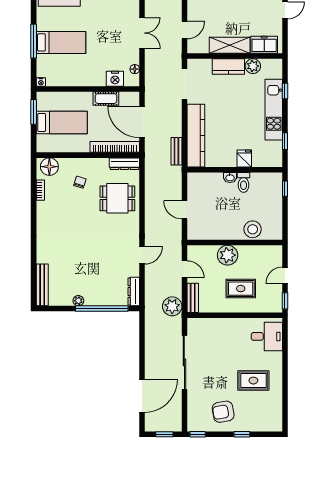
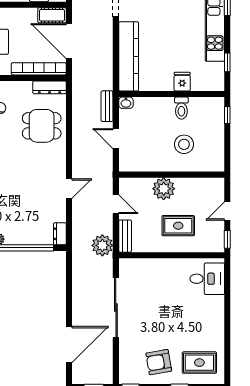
cot: (106, 99) -> (52, 15), moved
bench: (176, 151) -> (107, 106), moved
washbasin: (230, 177) -> (126, 103), moved
stool: (253, 229) -> (184, 144), moved
dresser: (134, 291) -> (60, 234), width x0.70
rug: (253, 381) -> (199, 363), moved

